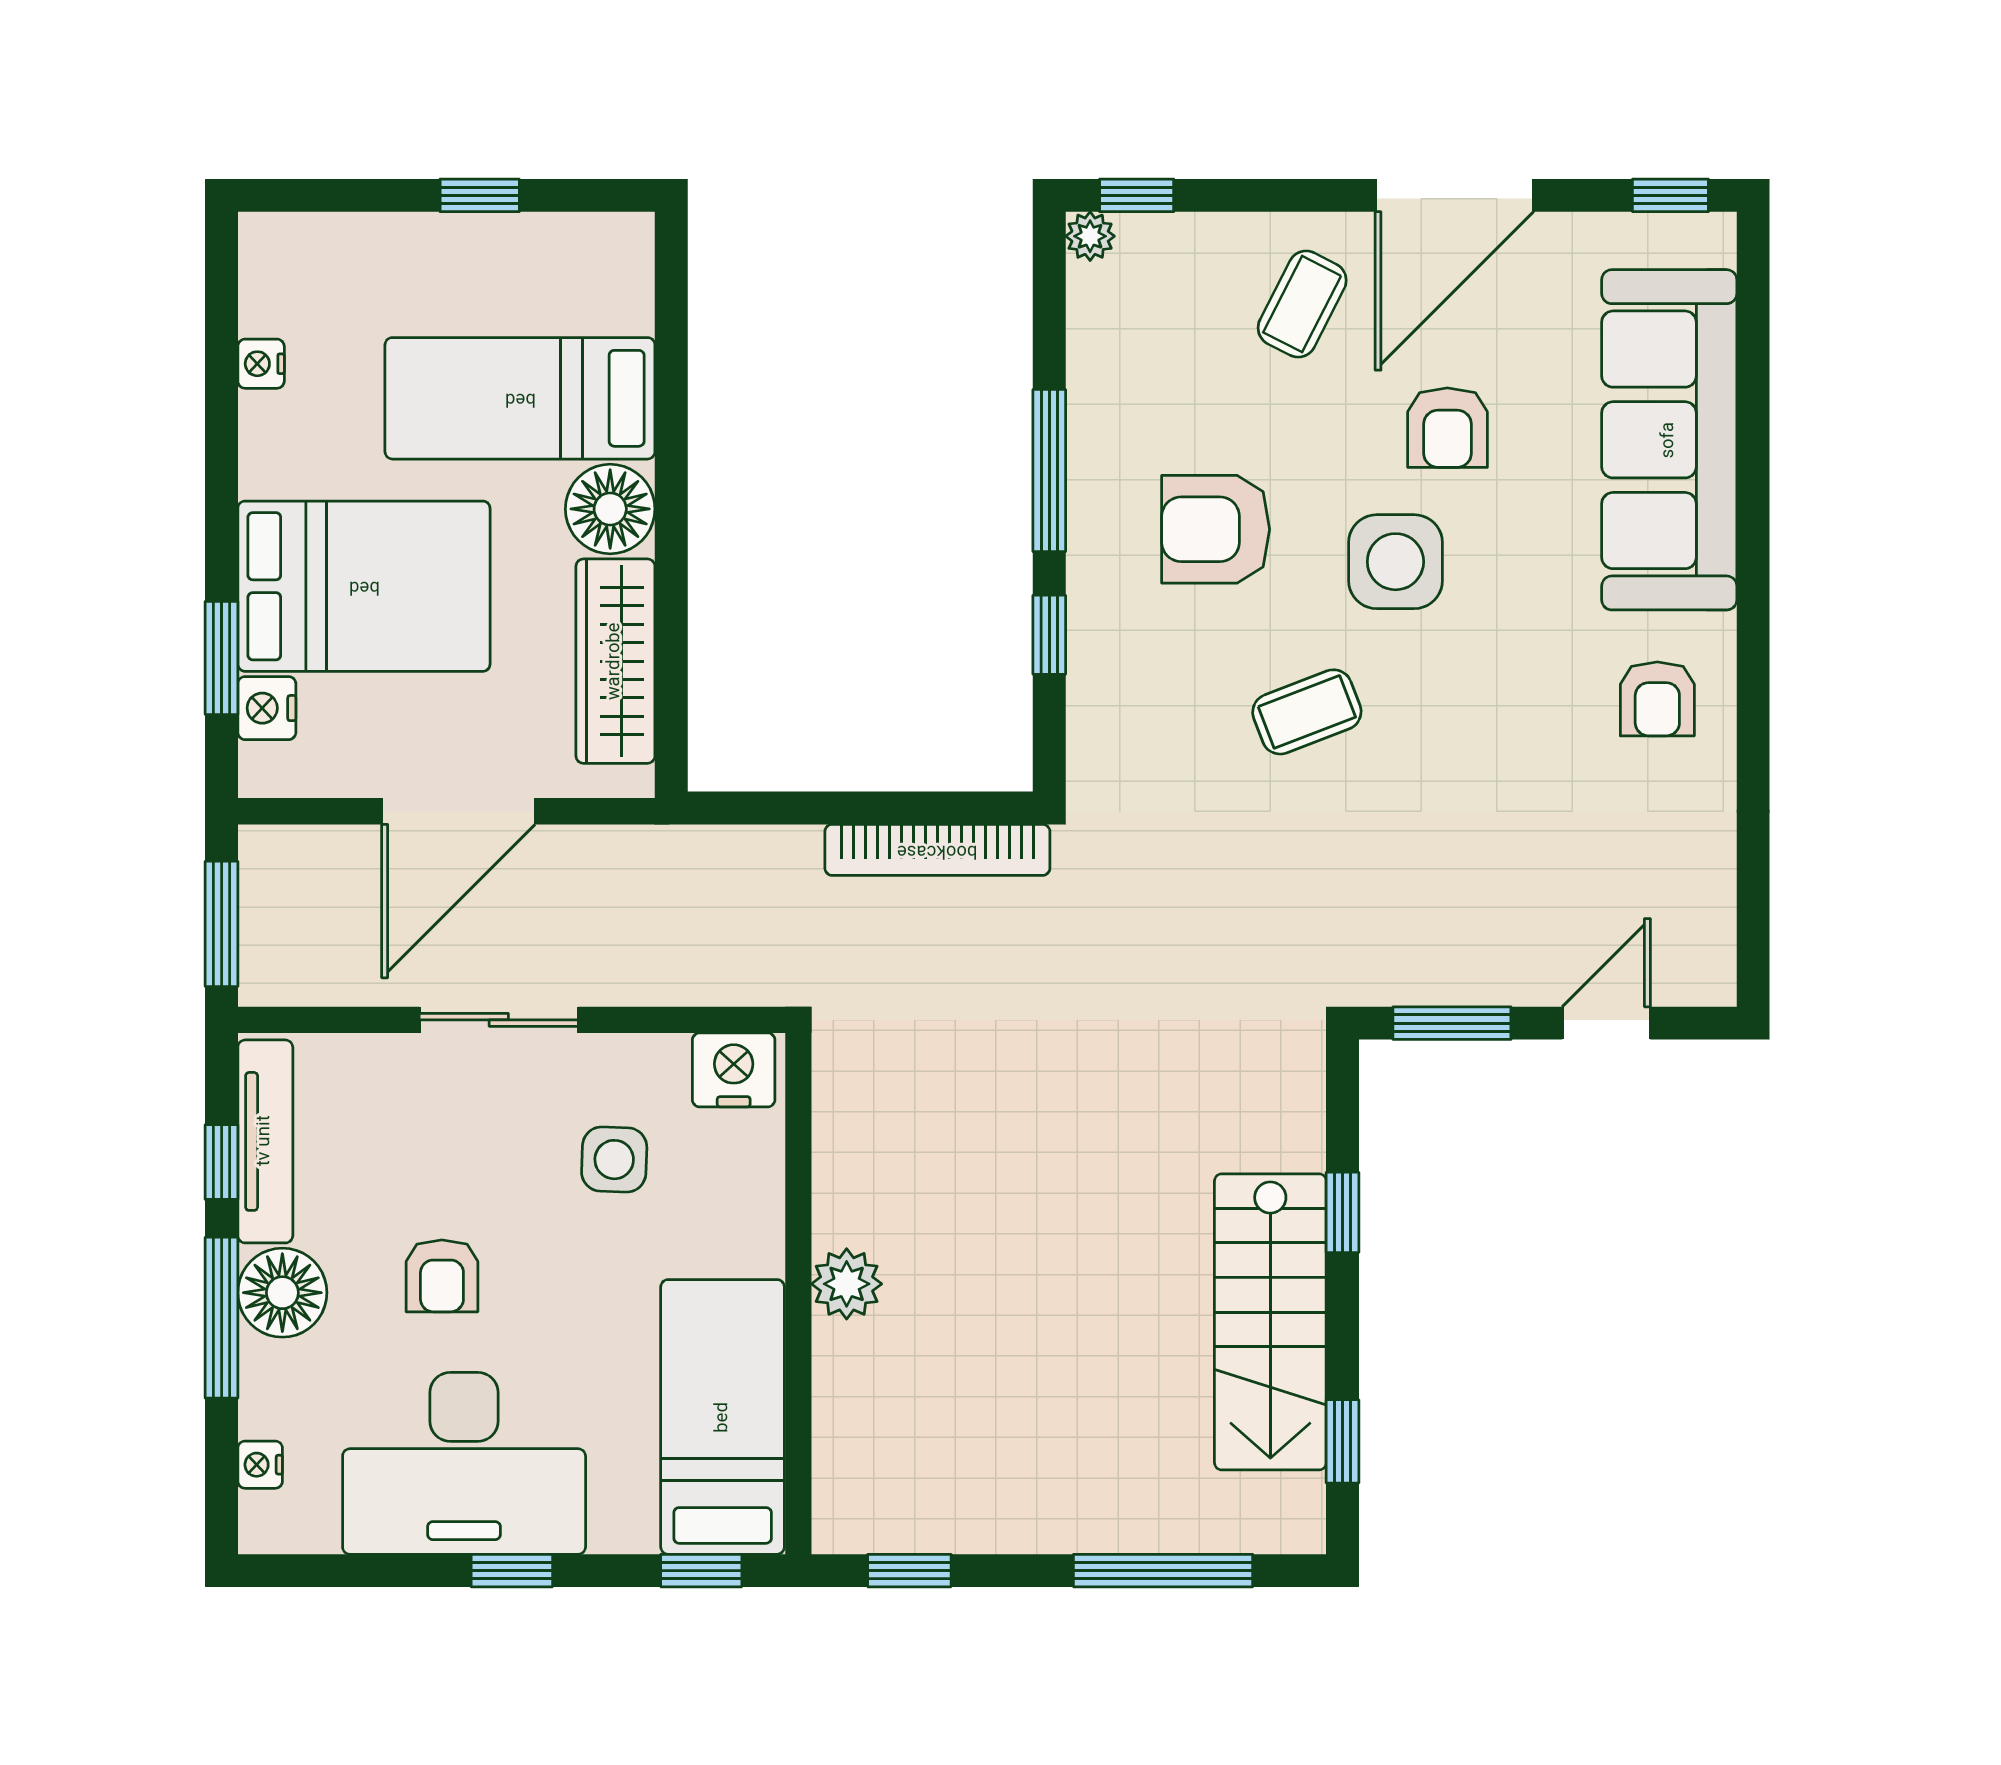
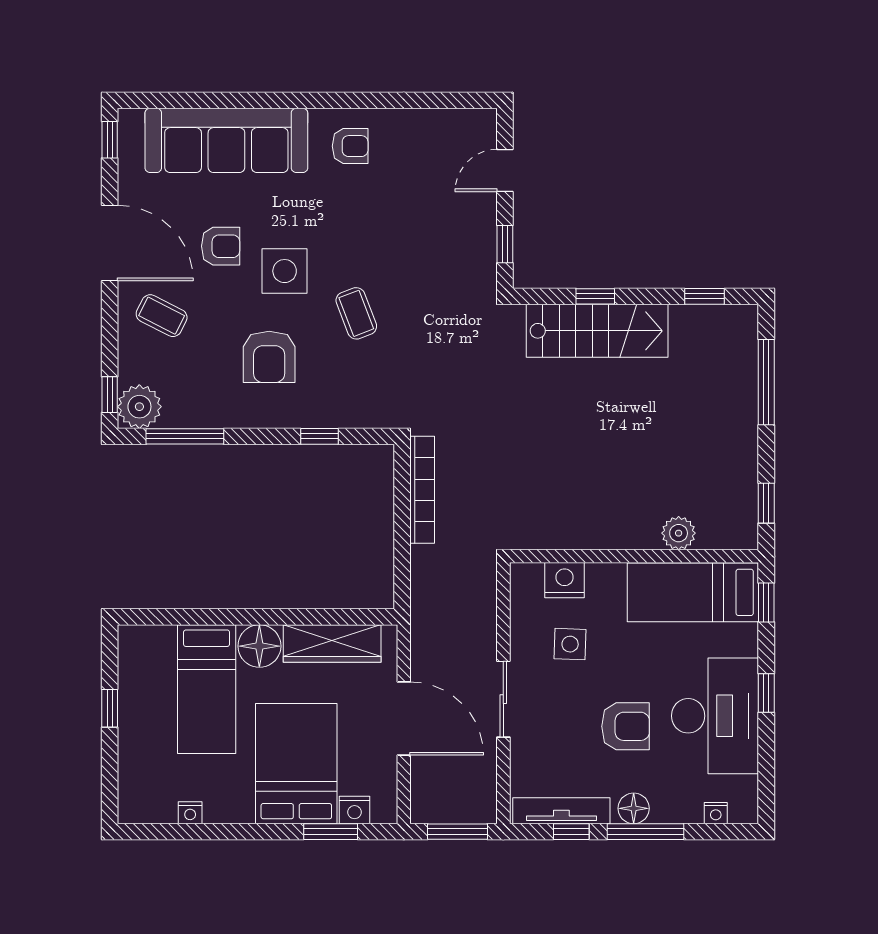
plant: (1090, 236) -> (139, 407), width x1.88, depth x1.88
window: (1049, 471) -> (185, 436), moved
window: (1452, 1023) -> (505, 244), width x0.67
door: (1606, 1023) -> (505, 170), hinge flipped
nightstand: (734, 1070) -> (565, 580), moved, turned 90
armchair: (442, 1276) -> (626, 726), width x1.38, depth x1.38
plant: (847, 1284) -> (679, 533), moved
floor lamp: (282, 1293) -> (634, 808), width x0.73, depth x0.73
stairs: (1270, 1322) -> (597, 331), moved

